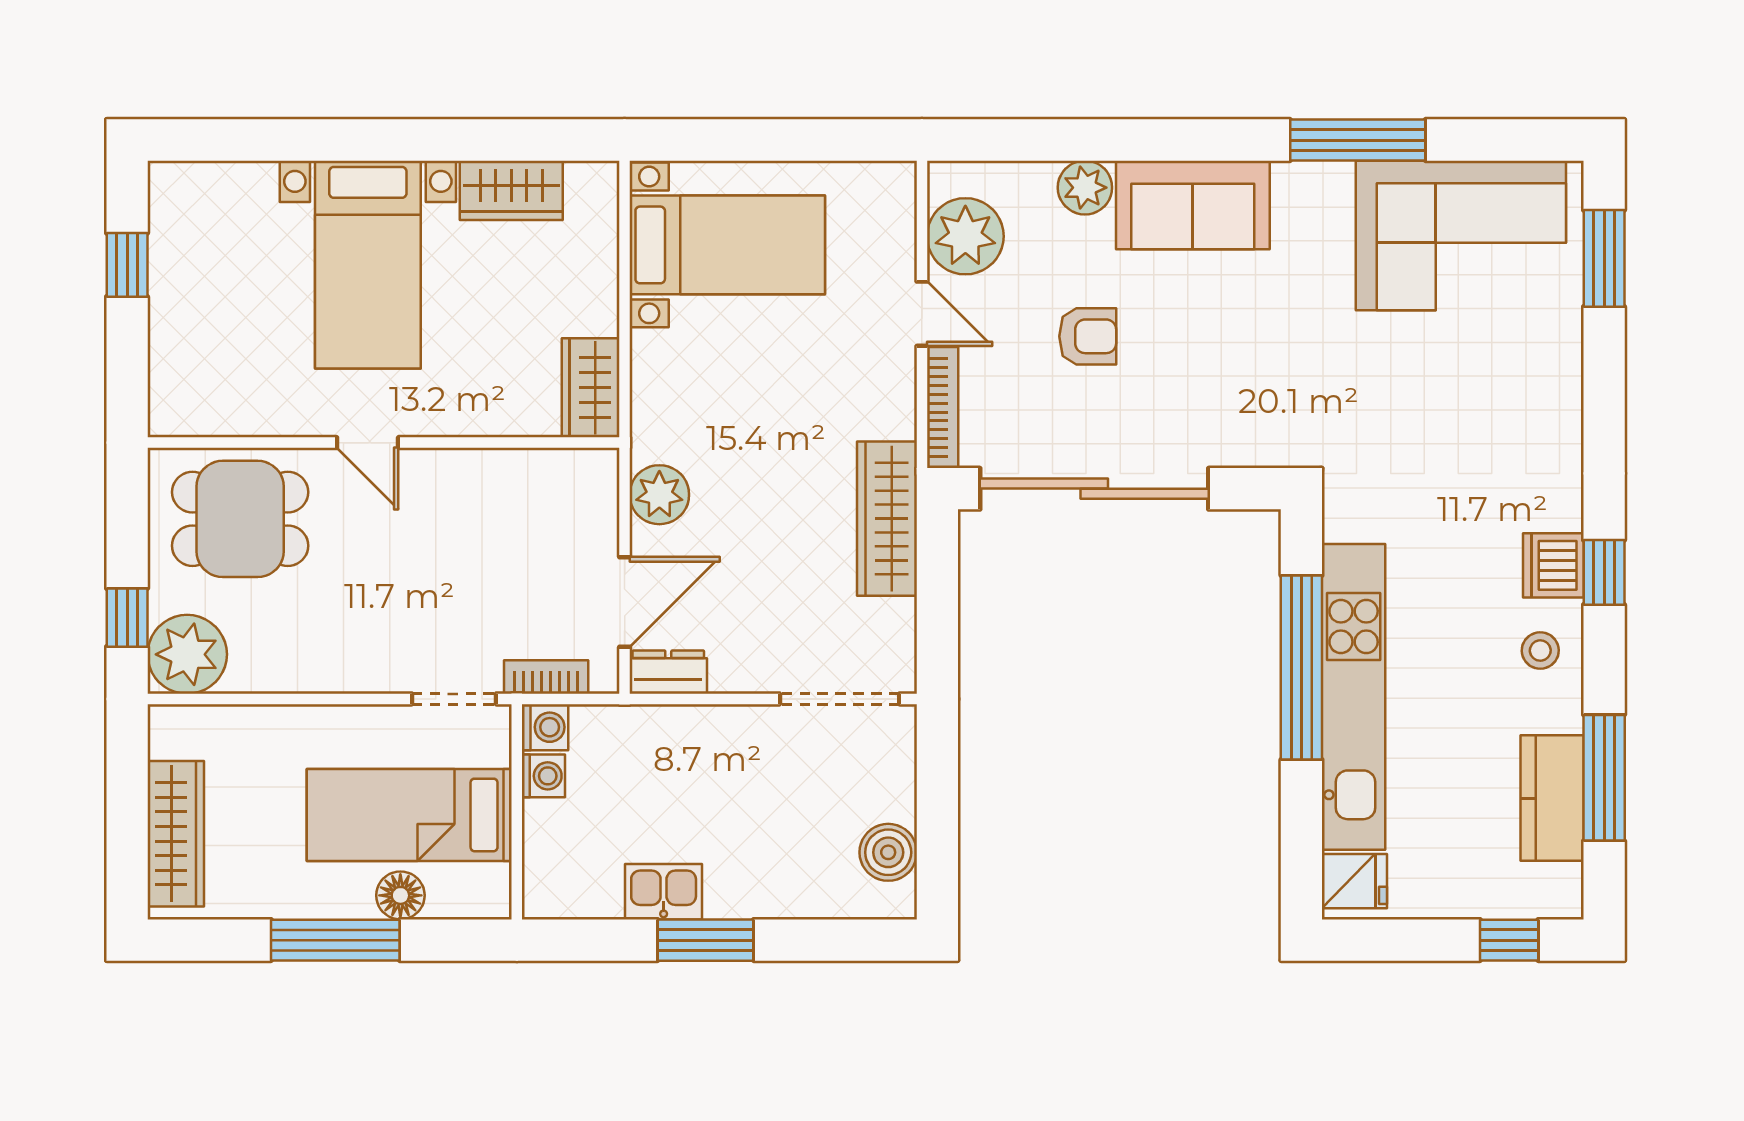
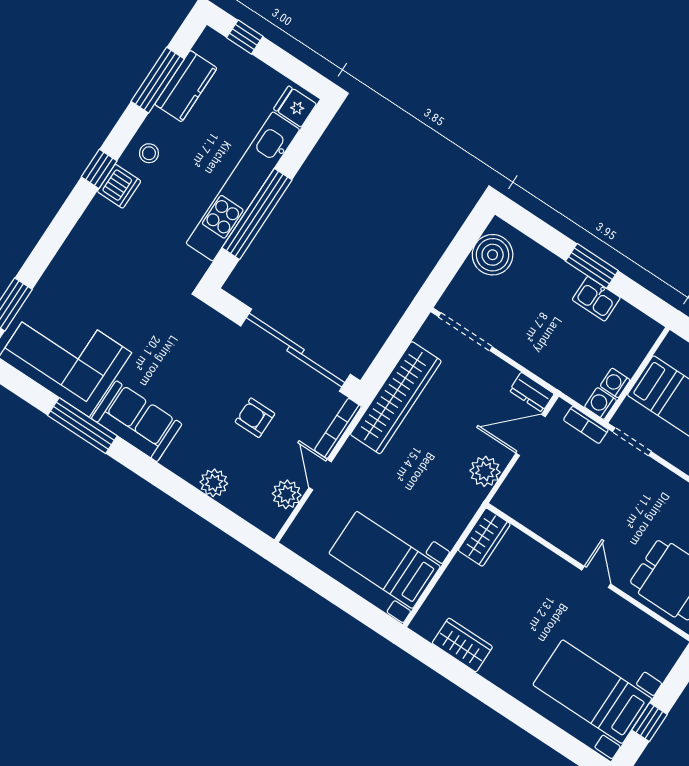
sofa: (1193, 205) -> (137, 421), moved
plant: (965, 236) -> (287, 494), width x0.73, depth x0.73
bed with nightstands: (368, 265) -> (592, 692), moved, turned -90
wardrobe: (887, 519) -> (396, 398), width x1.40, depth x1.17
boiler: (888, 852) -> (493, 255), width x1.37, depth x1.37

